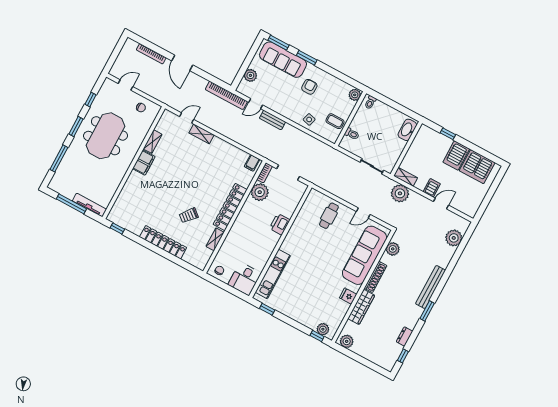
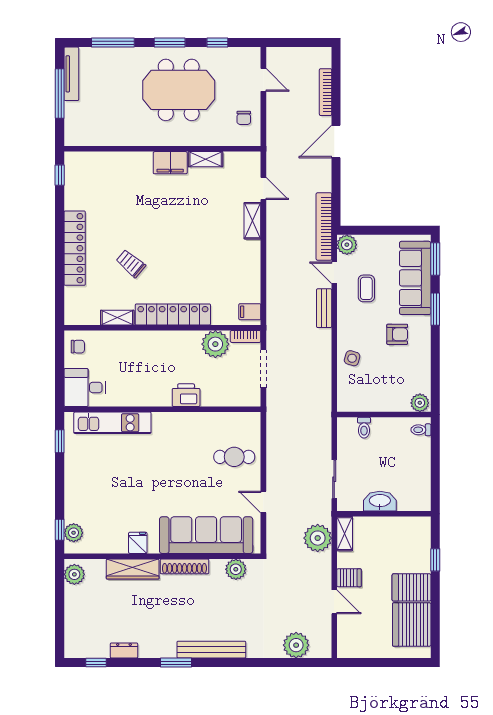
plant: (250, 75) -> (347, 245), moved
coffee table: (335, 121) -> (366, 288), moved
washbasin: (407, 130) -> (380, 501), moved
tv unit: (89, 205) -> (71, 74), moved

